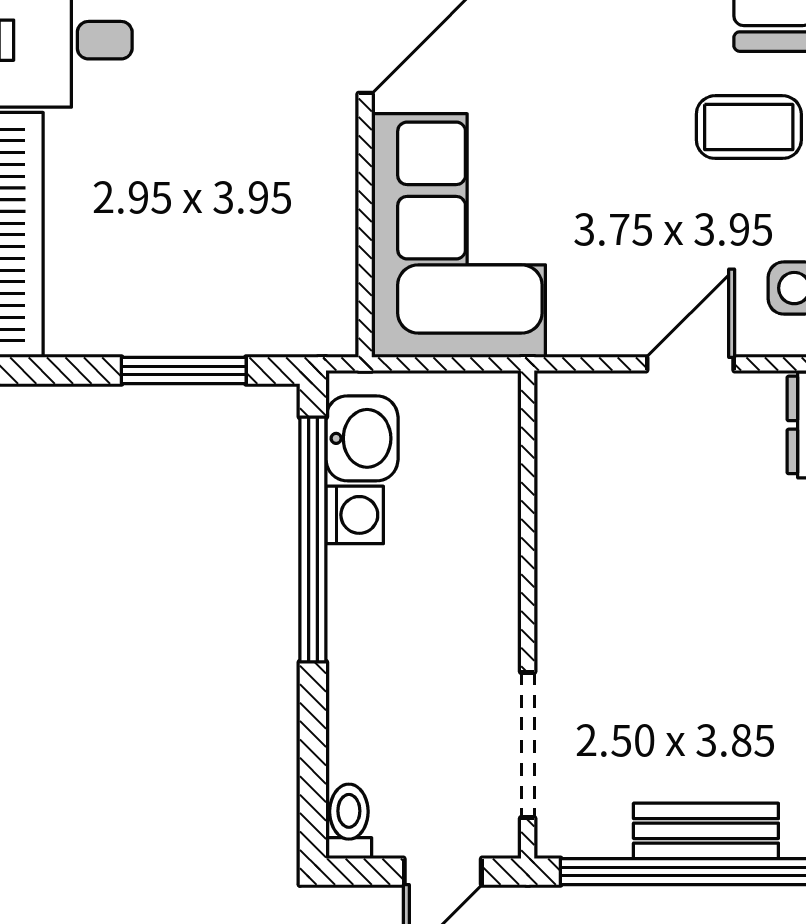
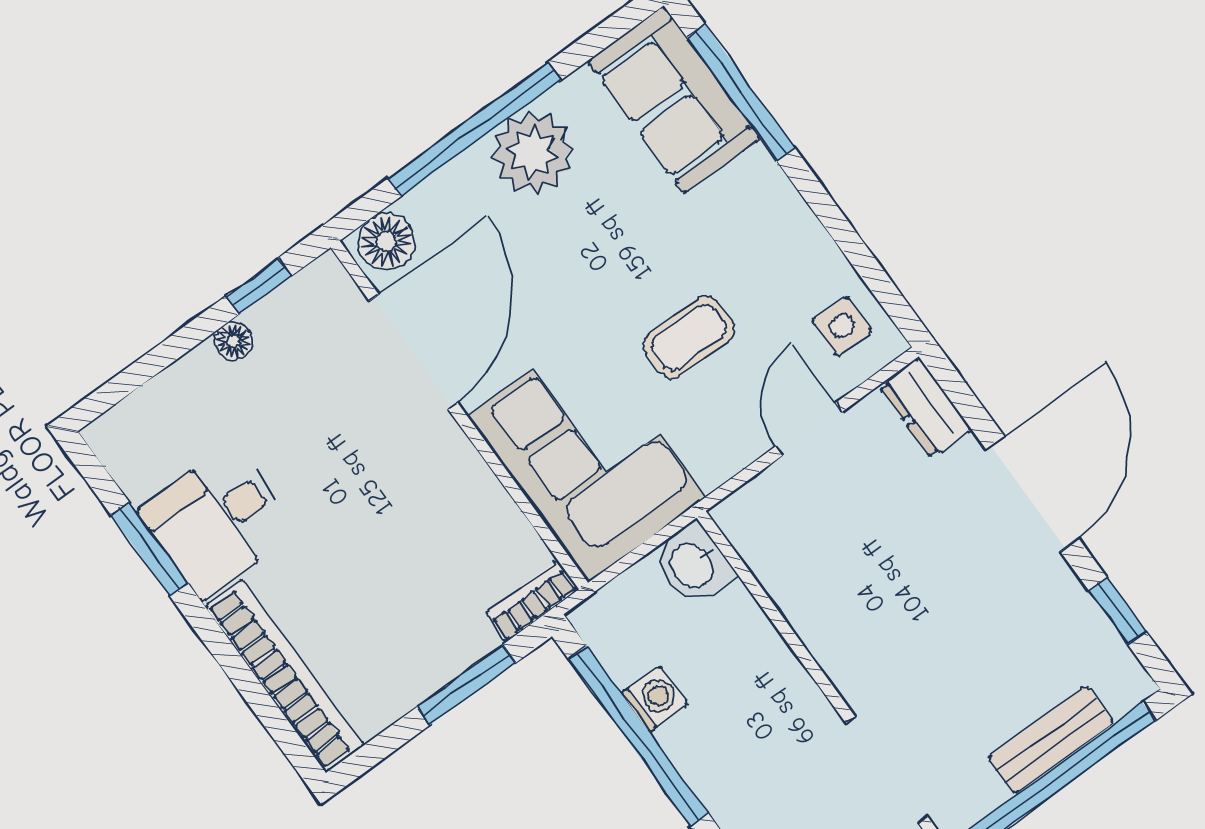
coffee table: (749, 127) -> (689, 337), moved
bookcase: (305, 336) -> (532, 601), added
washbasin: (362, 438) -> (693, 564), moved, turned 180

